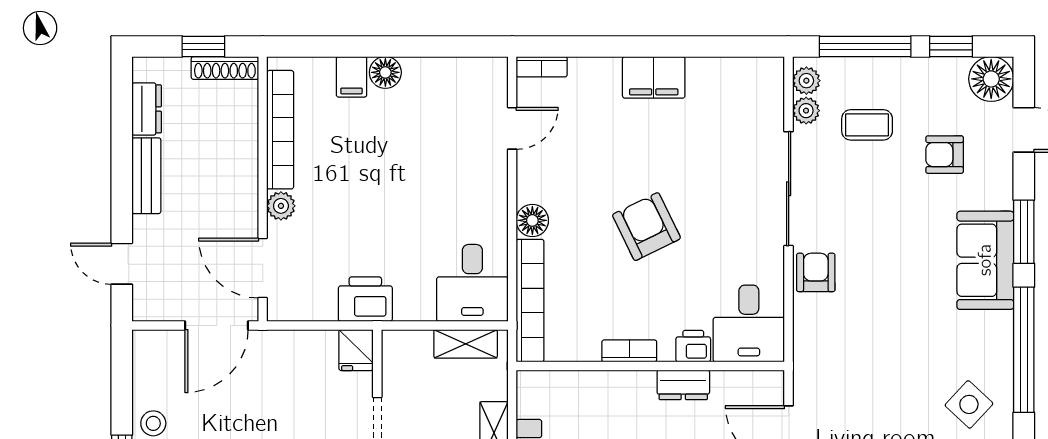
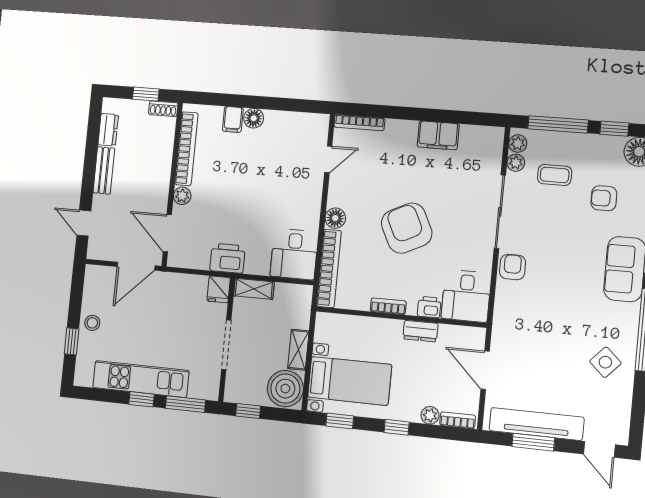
bookcase: (542, 67) -> (359, 123), width x1.56
shoe rack: (225, 68) -> (163, 109), width x0.70
filing cabinet: (654, 77) -> (438, 135), moved
armchair: (646, 227) -> (407, 228), width x1.36, depth x1.36
shelving: (466, 344) -> (254, 289), moved

